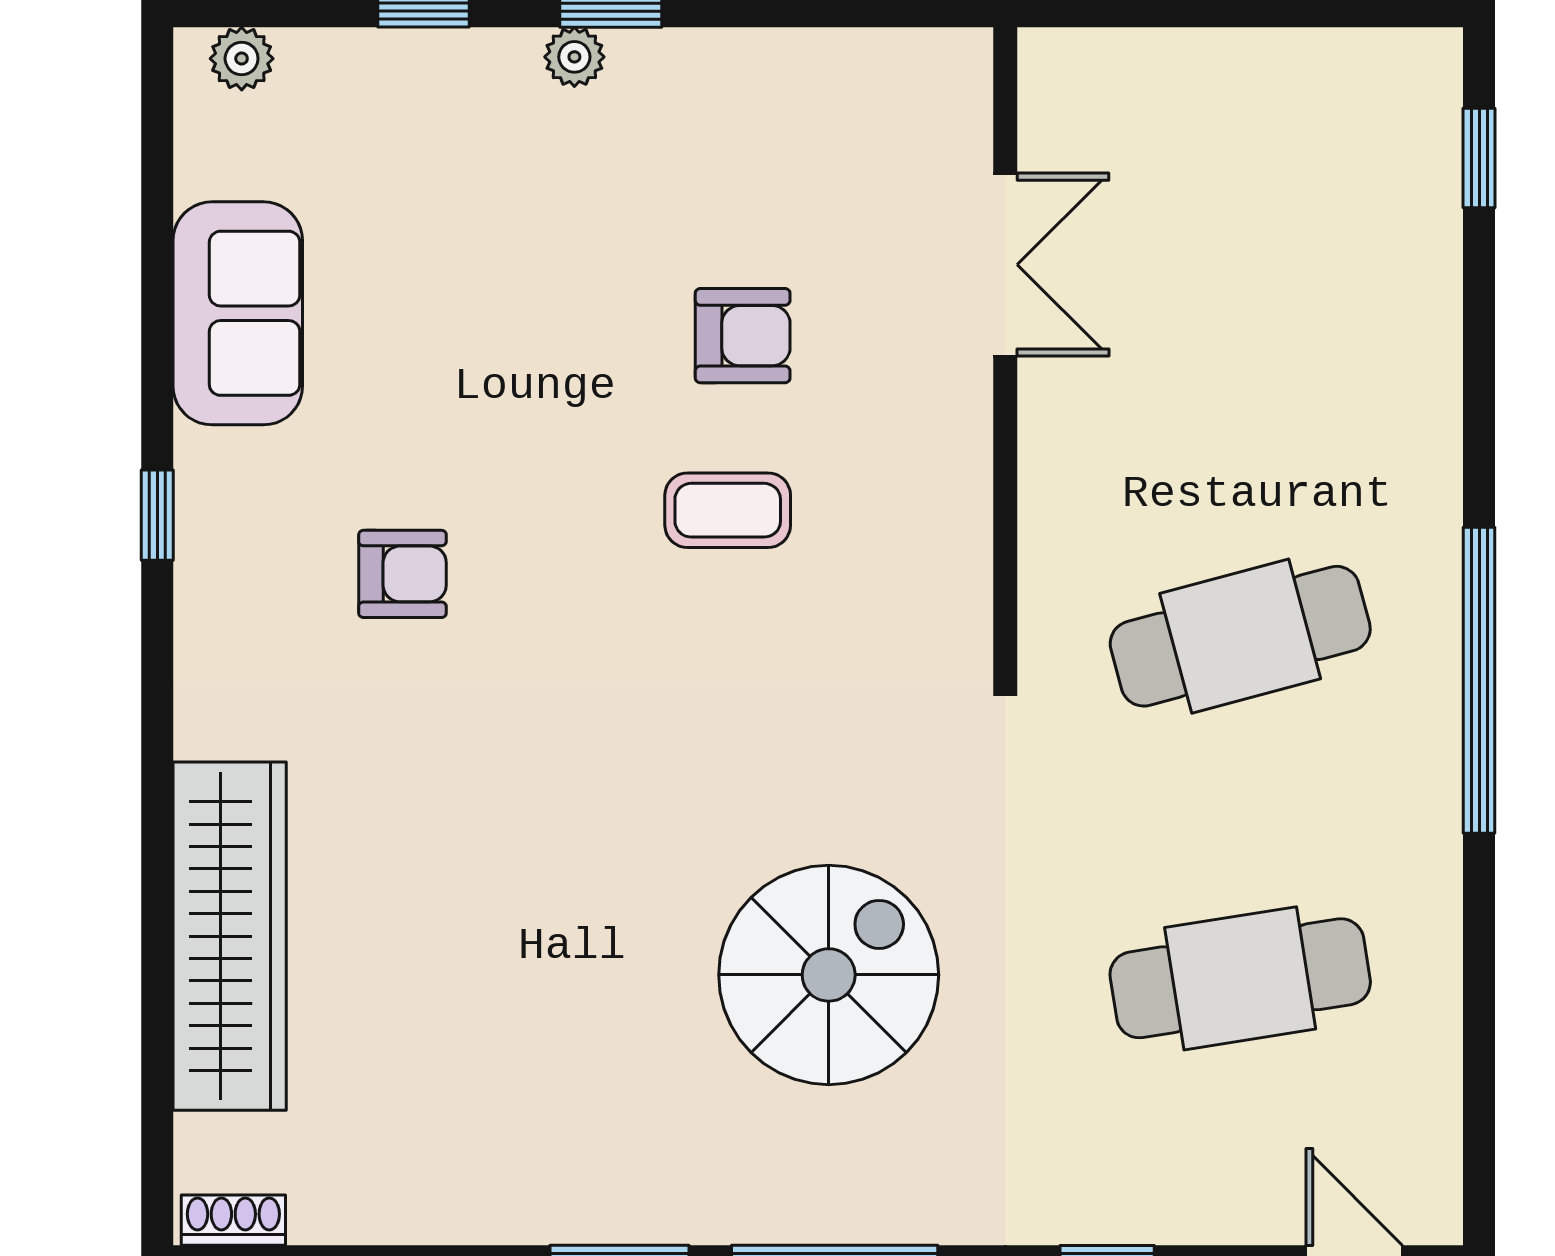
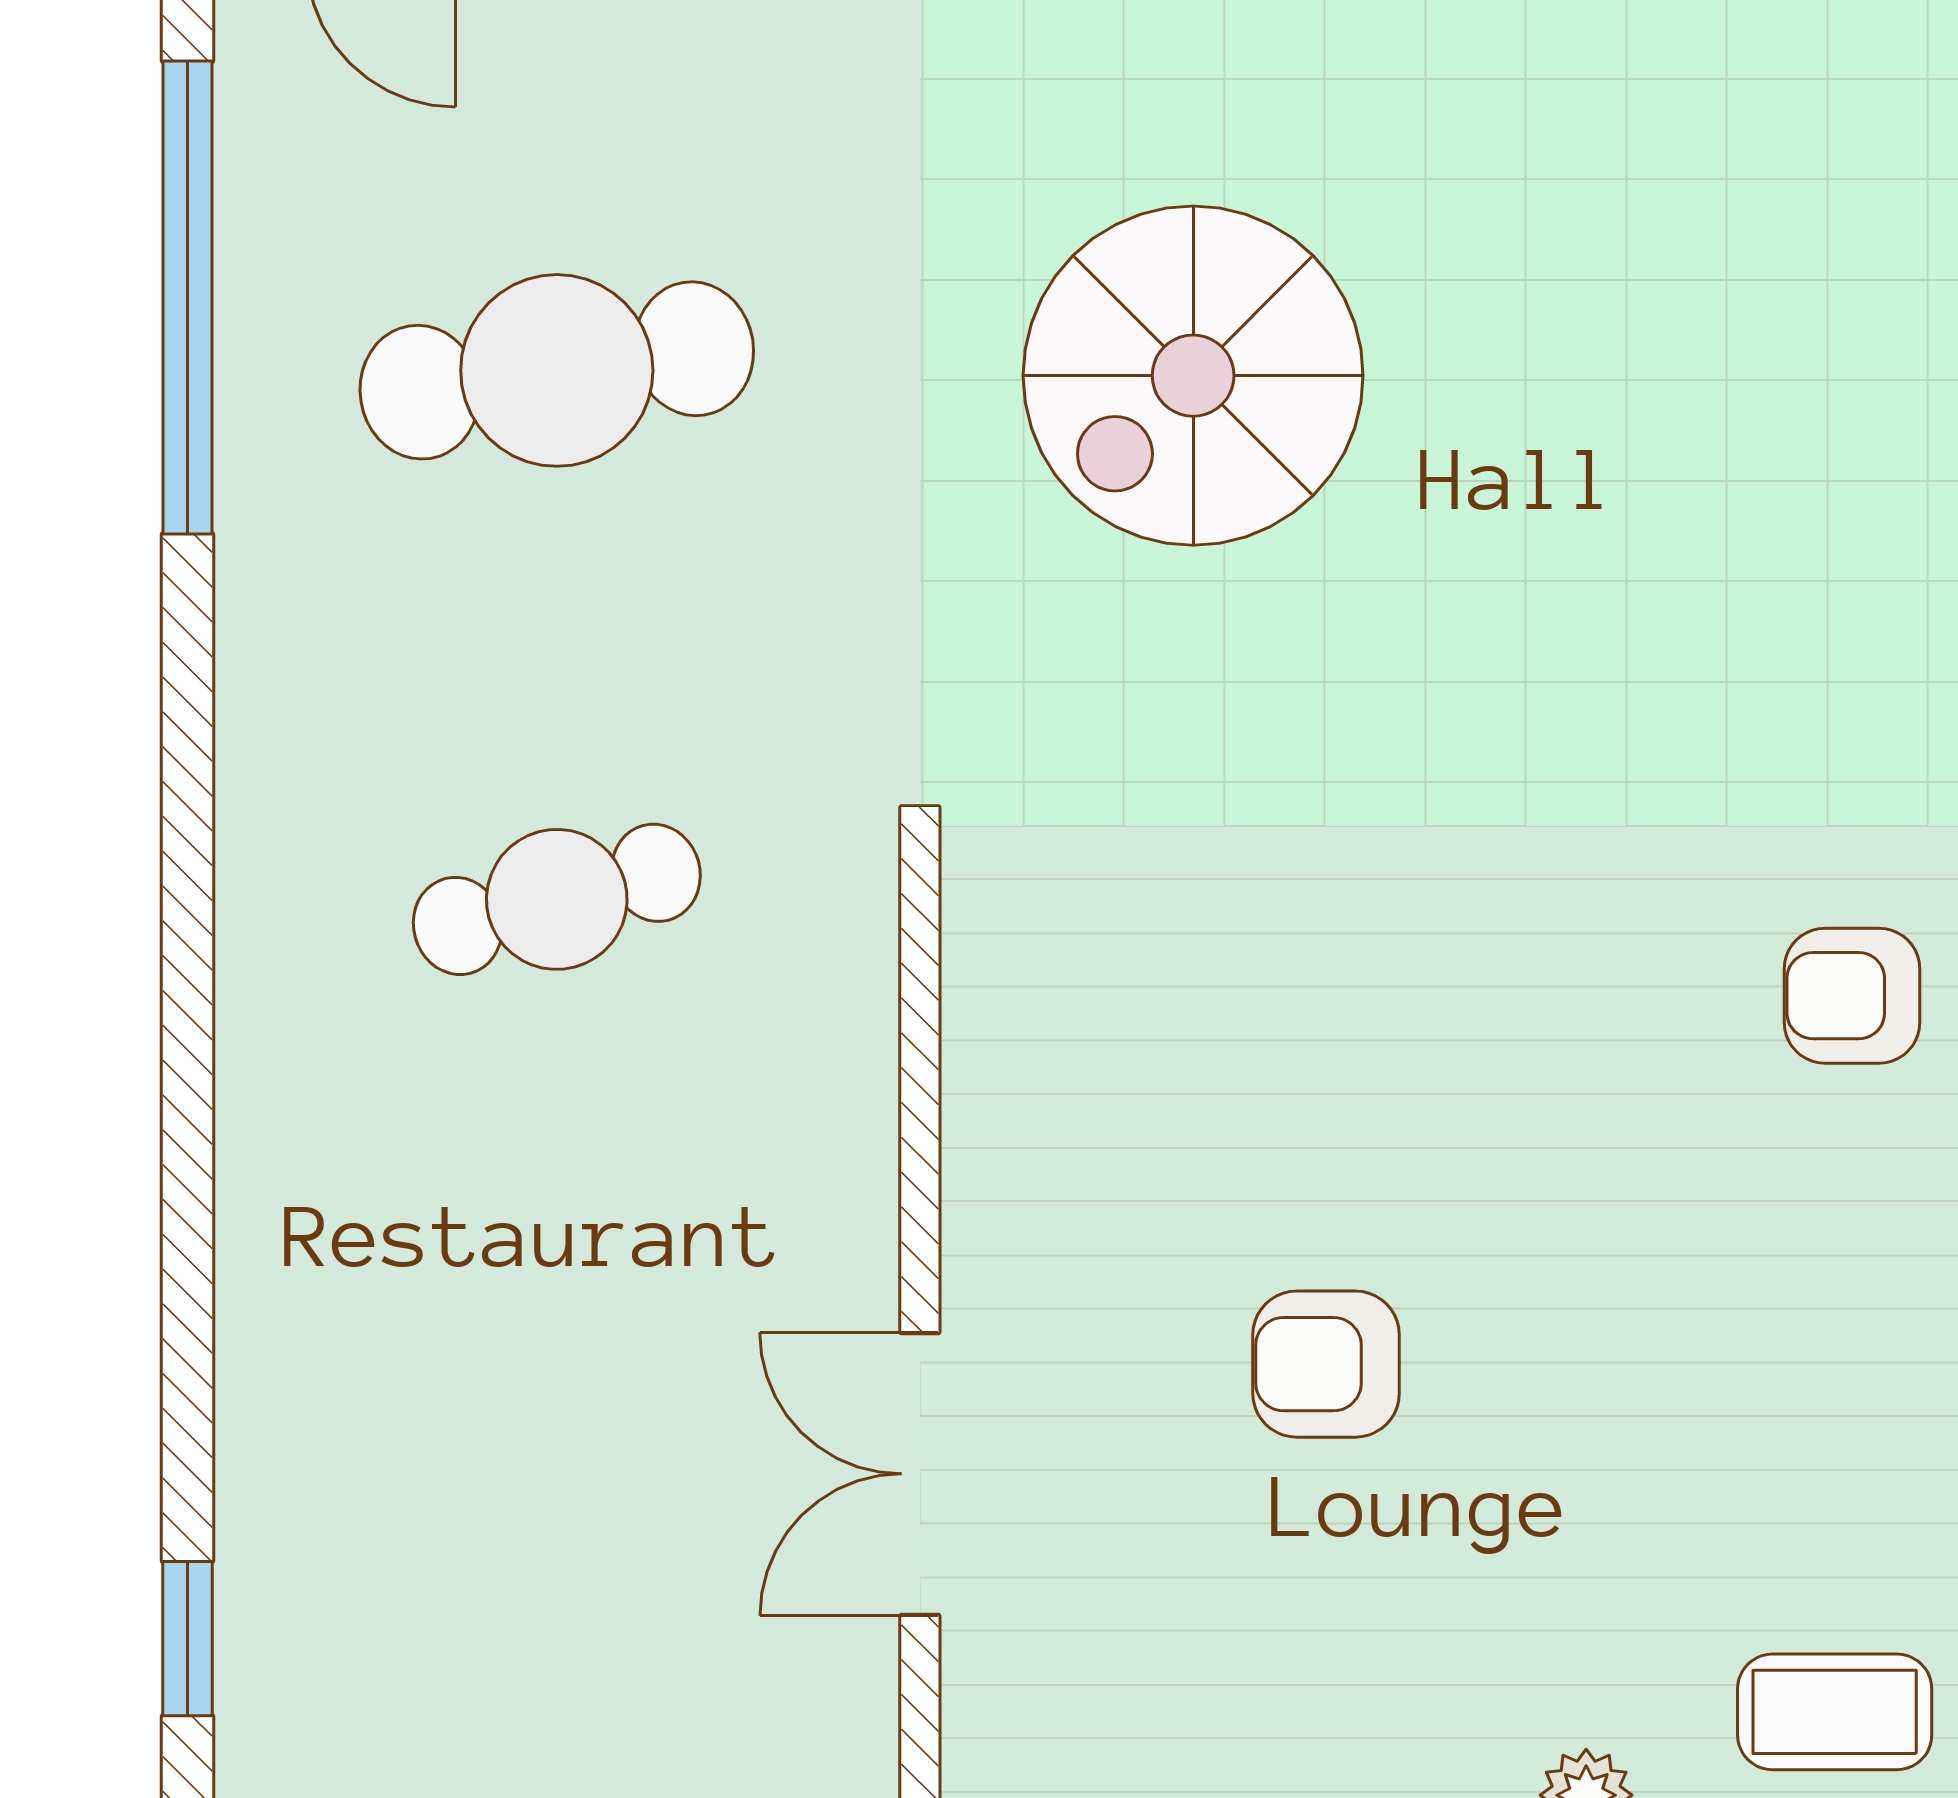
coffee table: (728, 510) -> (1835, 1712), moved
cafe table: (1240, 636) -> (557, 899), width x0.73, depth x0.74
window: (1479, 680) -> (187, 297), moved

